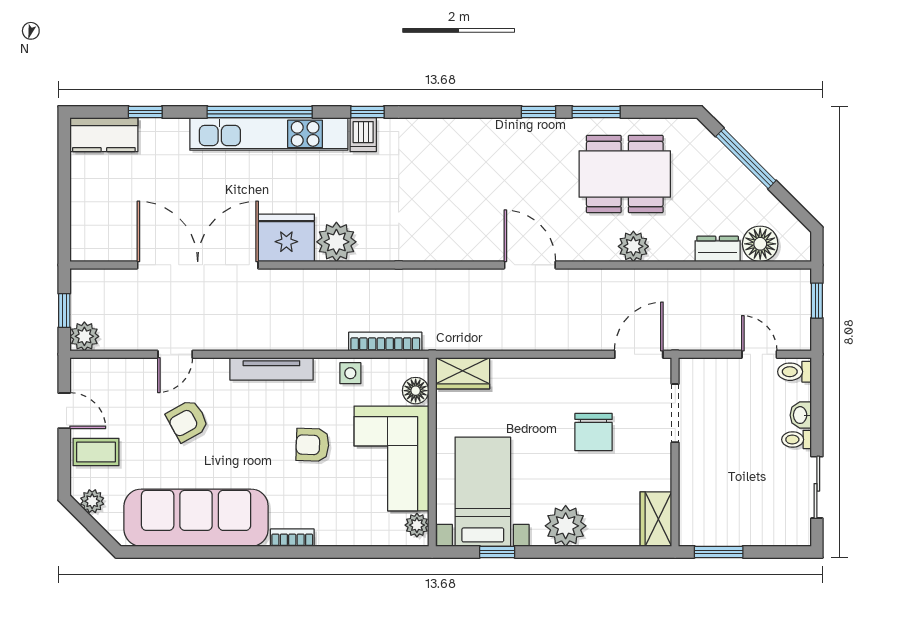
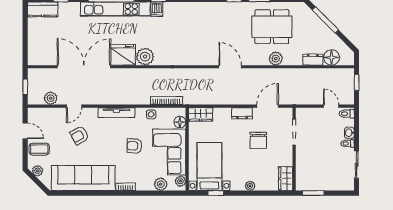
plant: (84, 336) -> (51, 98), moved
door: (639, 354) -> (268, 106), moved
dresser: (557, 371) -> (242, 113), added
plant: (566, 526) -> (250, 186), width x0.53, depth x0.53
plant: (372, 532) -> (161, 184), added

